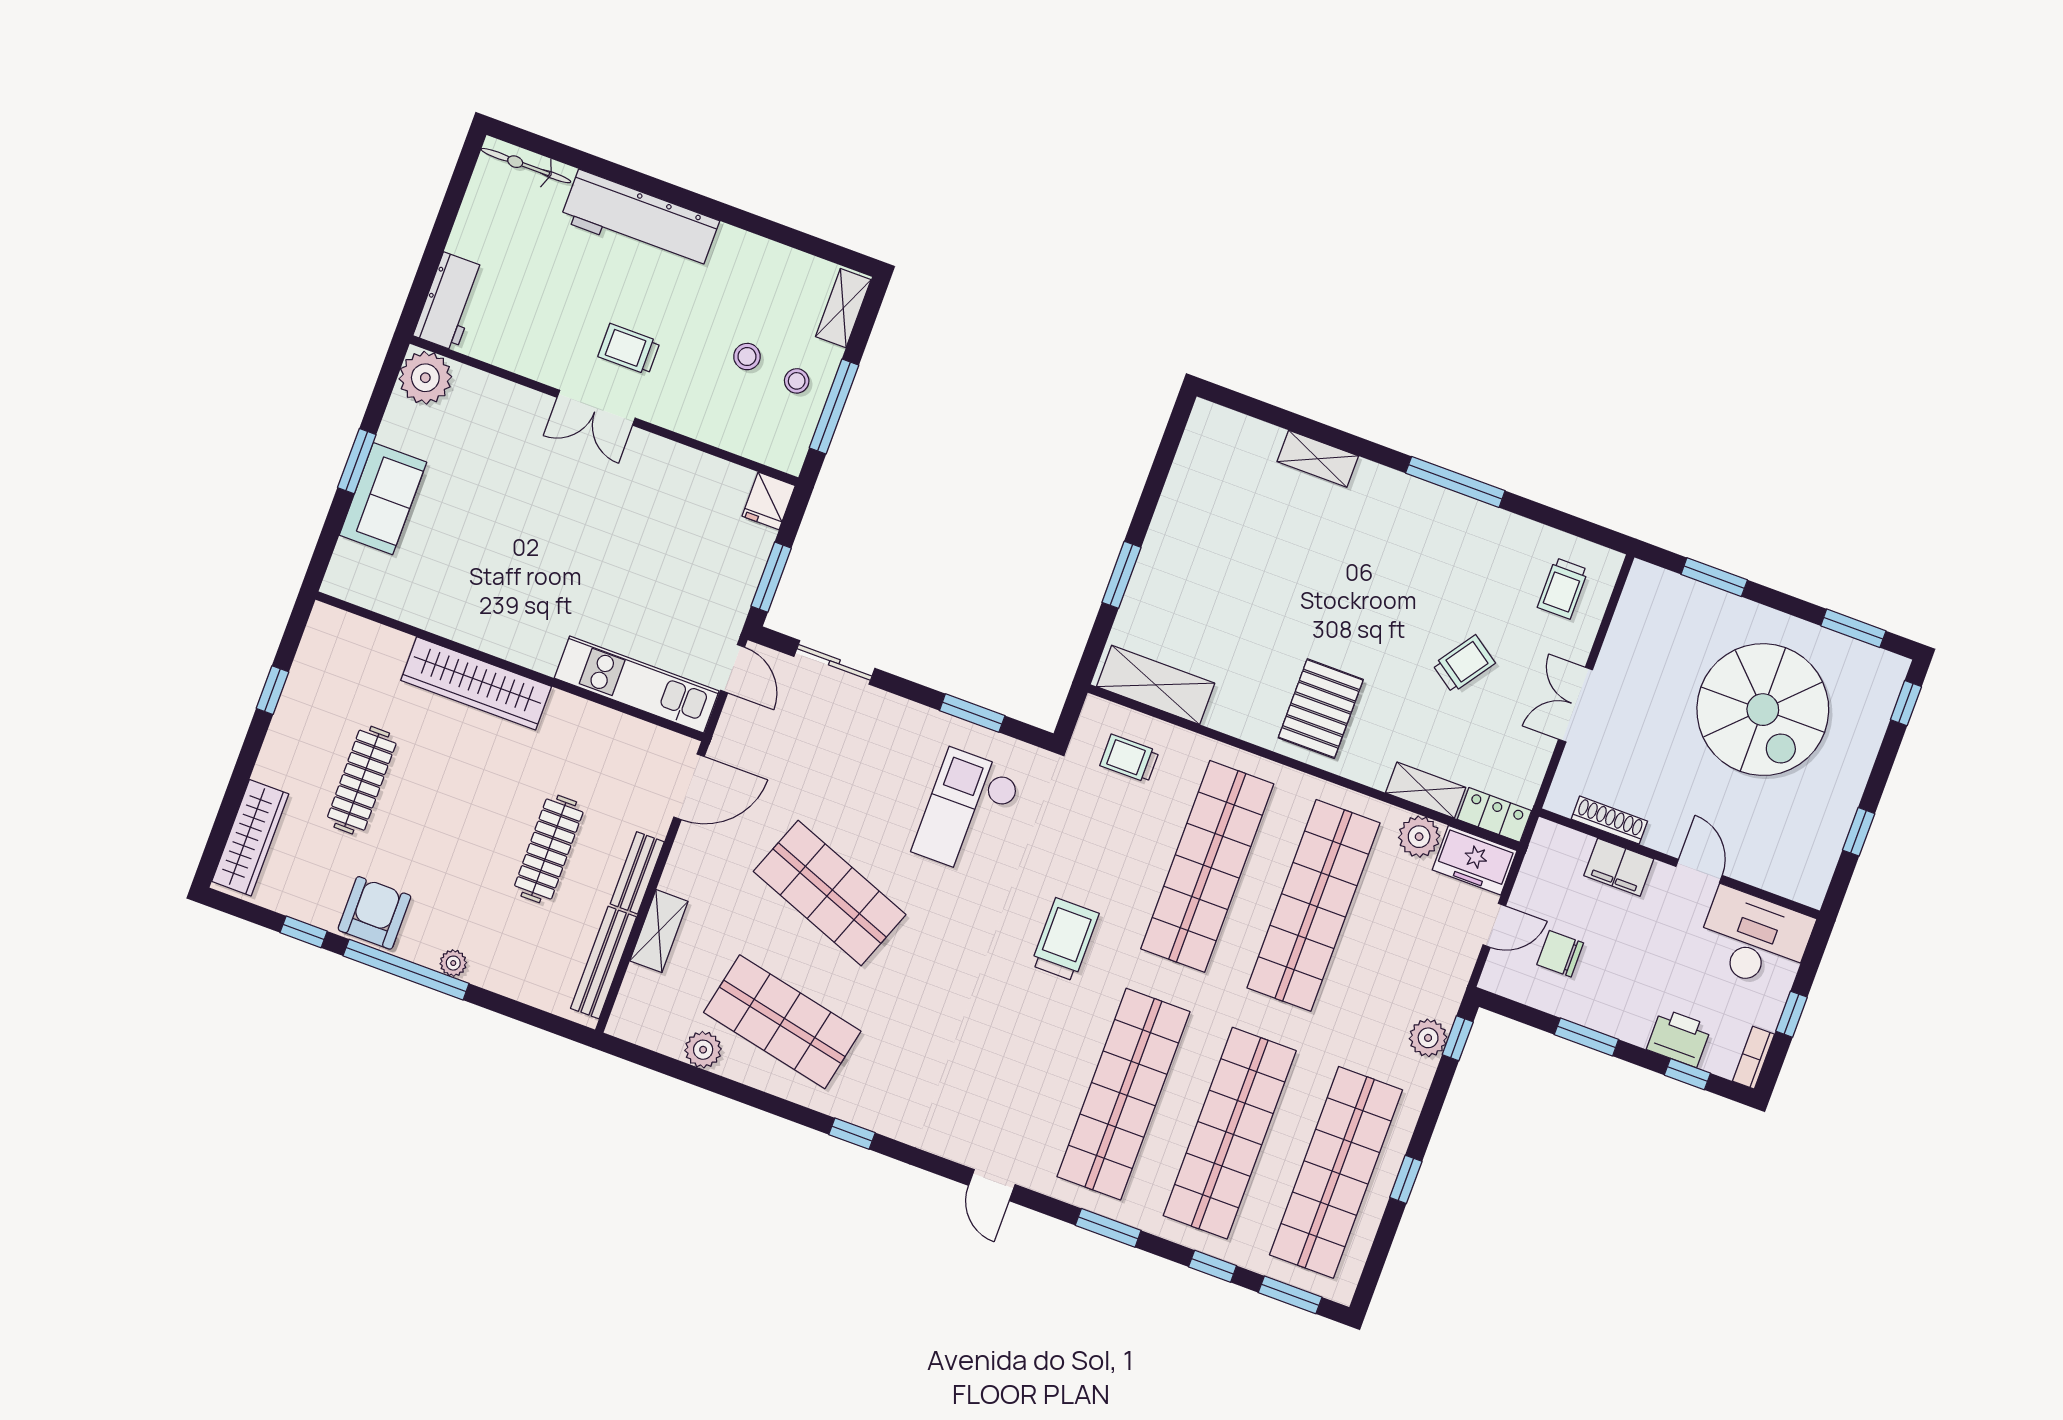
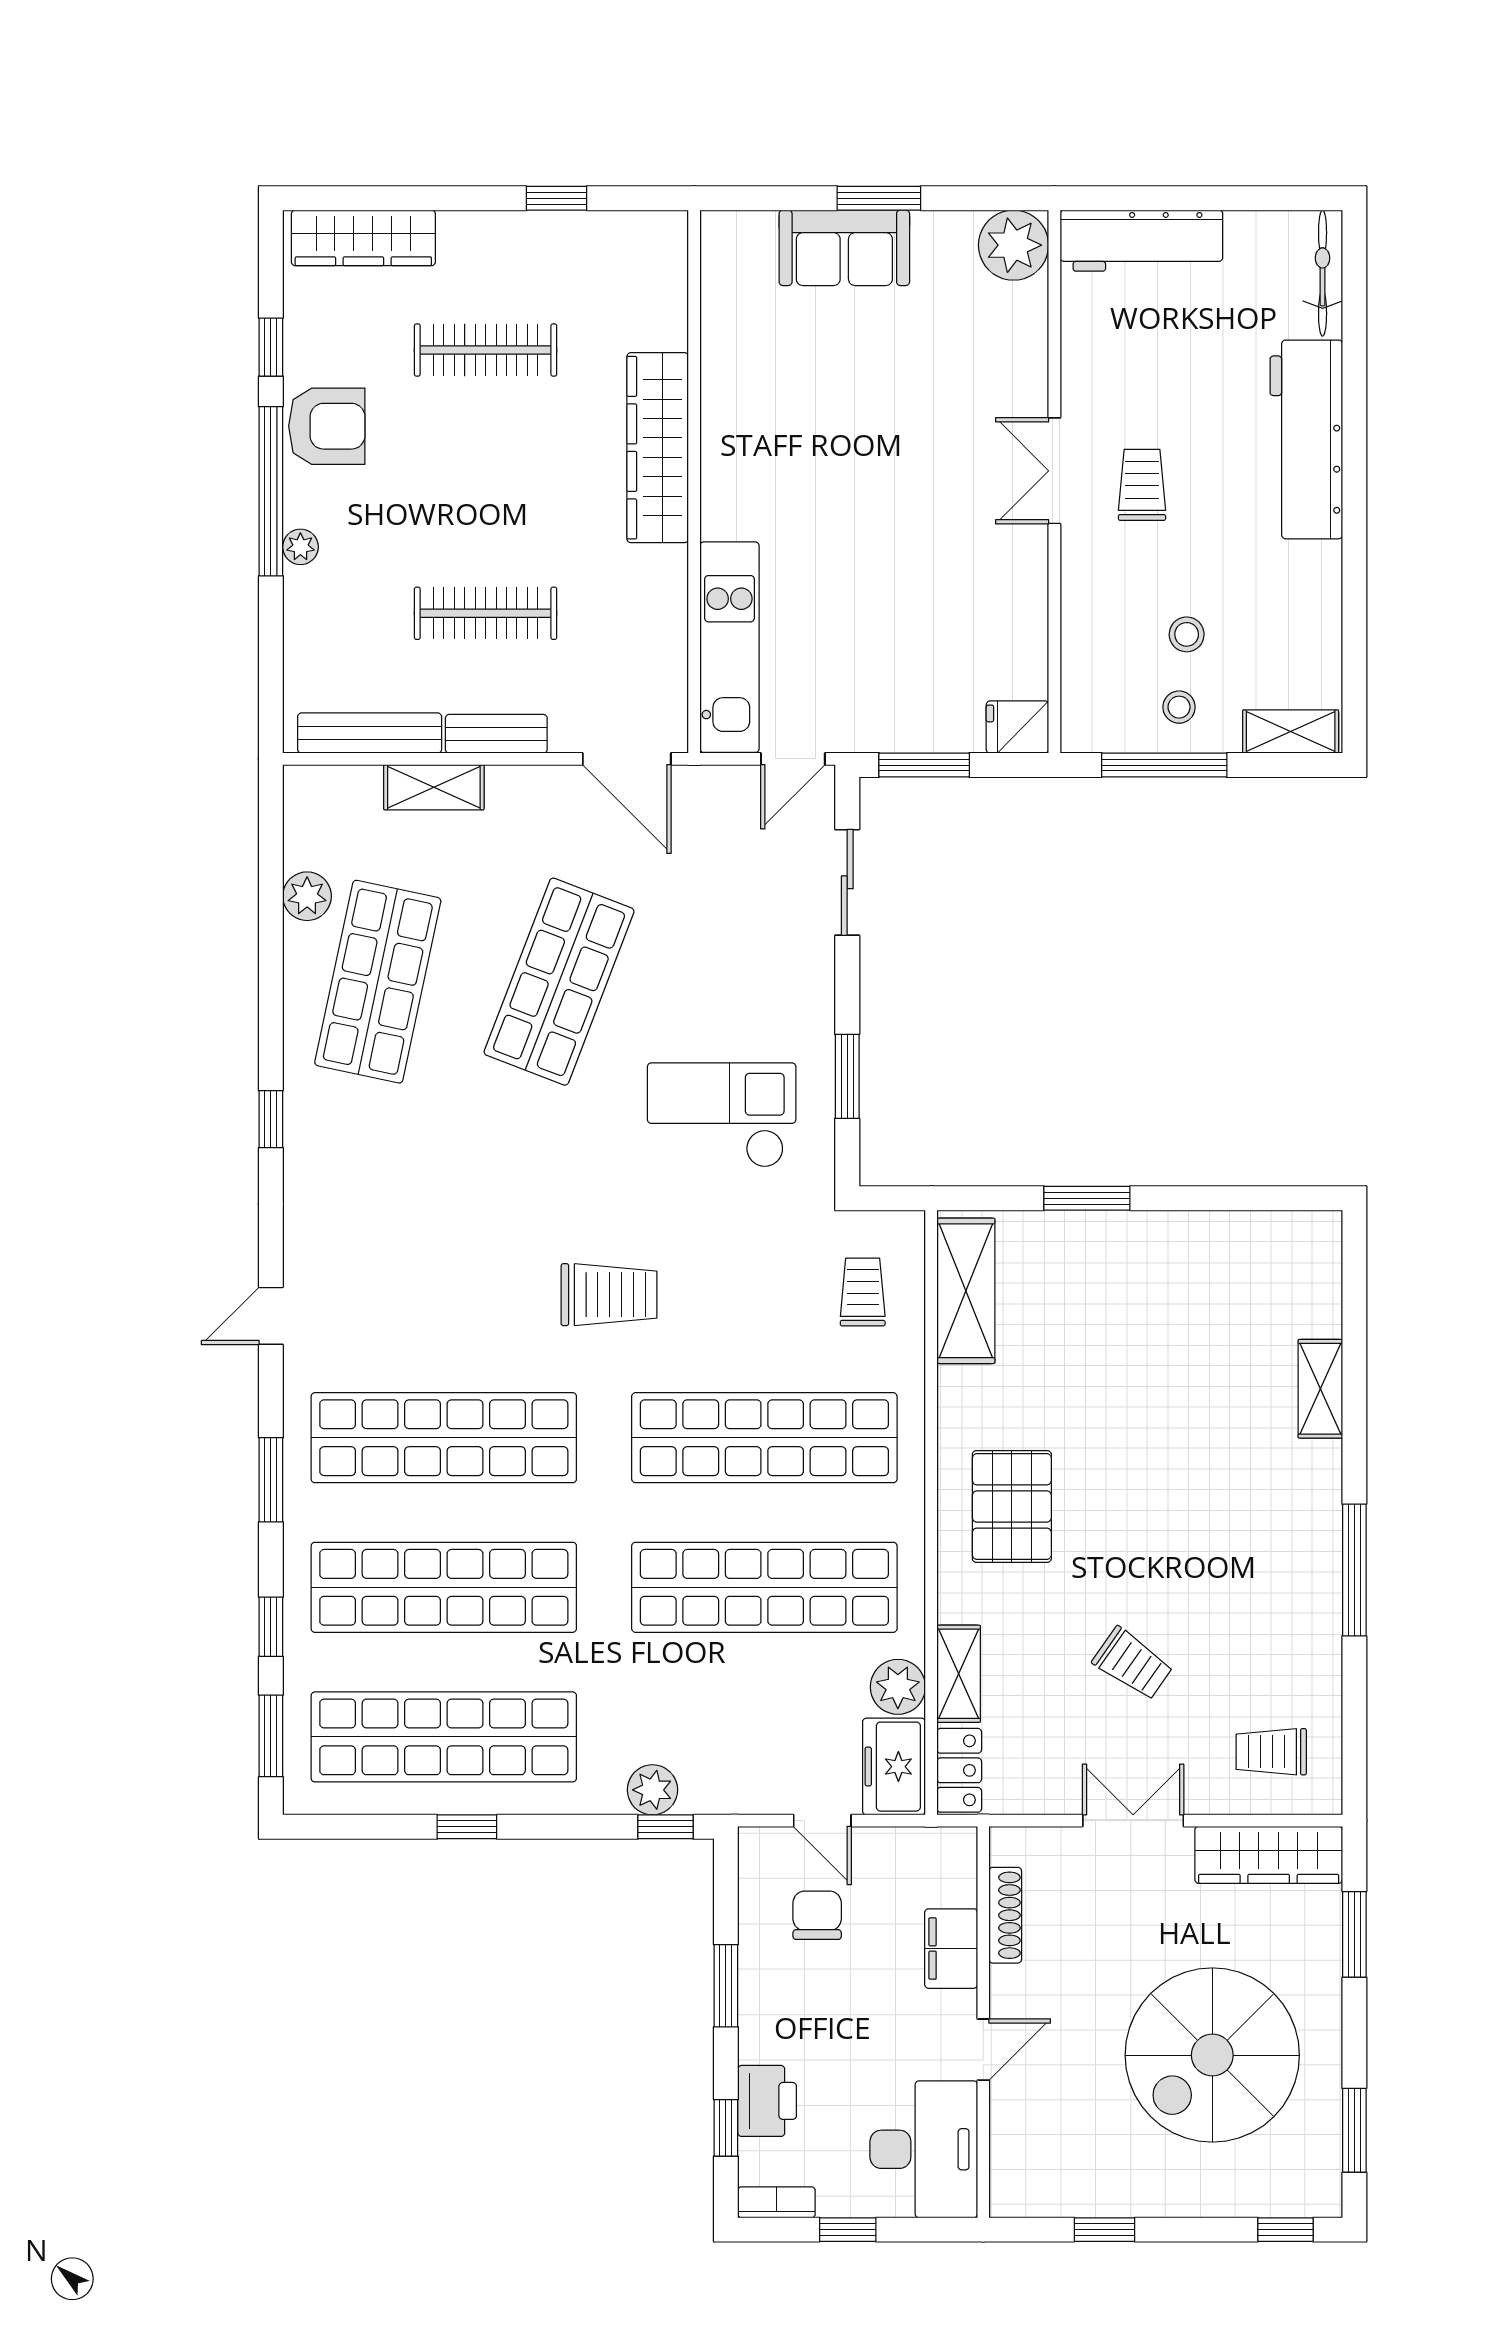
workbench: (450, 302) -> (1141, 241), width x1.38
wardrobe: (1635, 617) -> (1269, 1855), added
pallet: (1321, 709) -> (1012, 1506), turned 90

